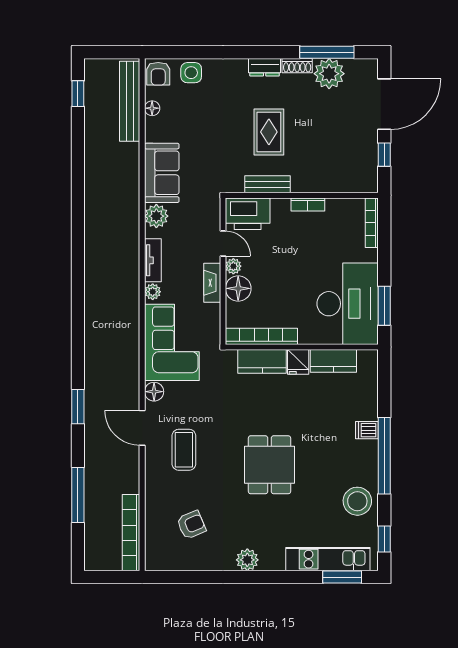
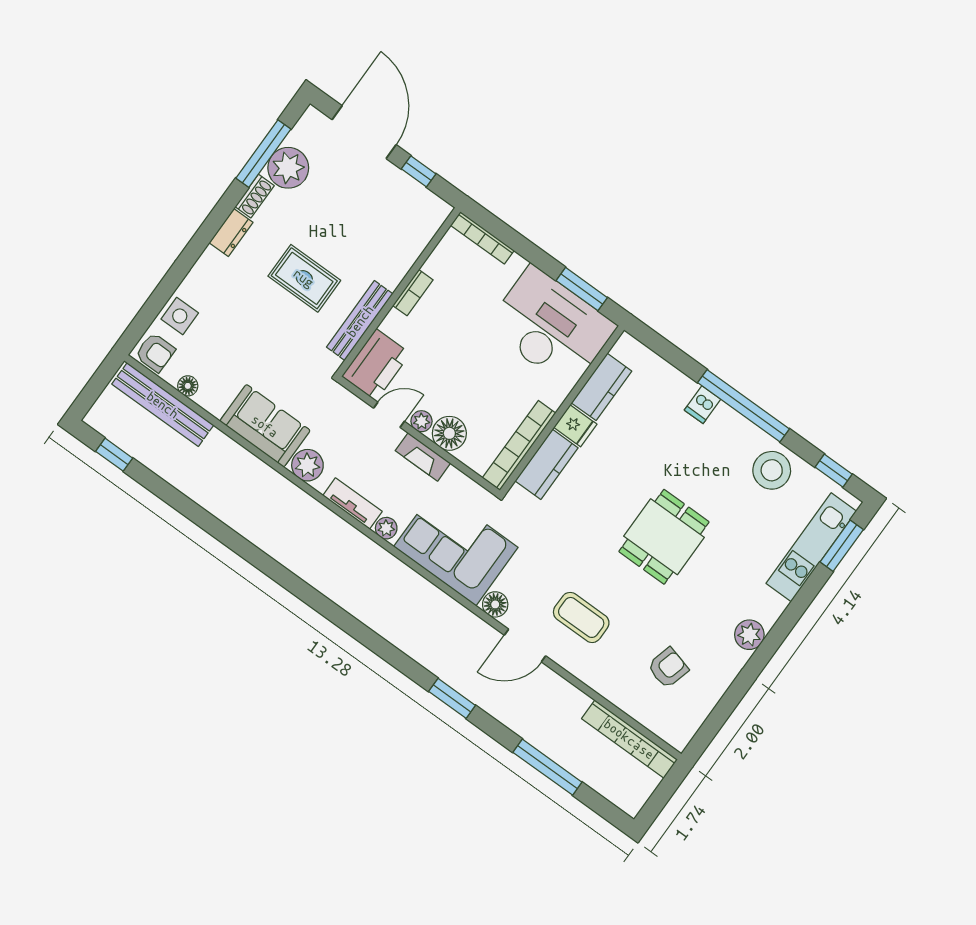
bench: (268, 184) -> (360, 321), width x1.36
dining table: (269, 465) -> (664, 537), turned 90
armchair: (191, 525) -> (668, 668), turned 38

